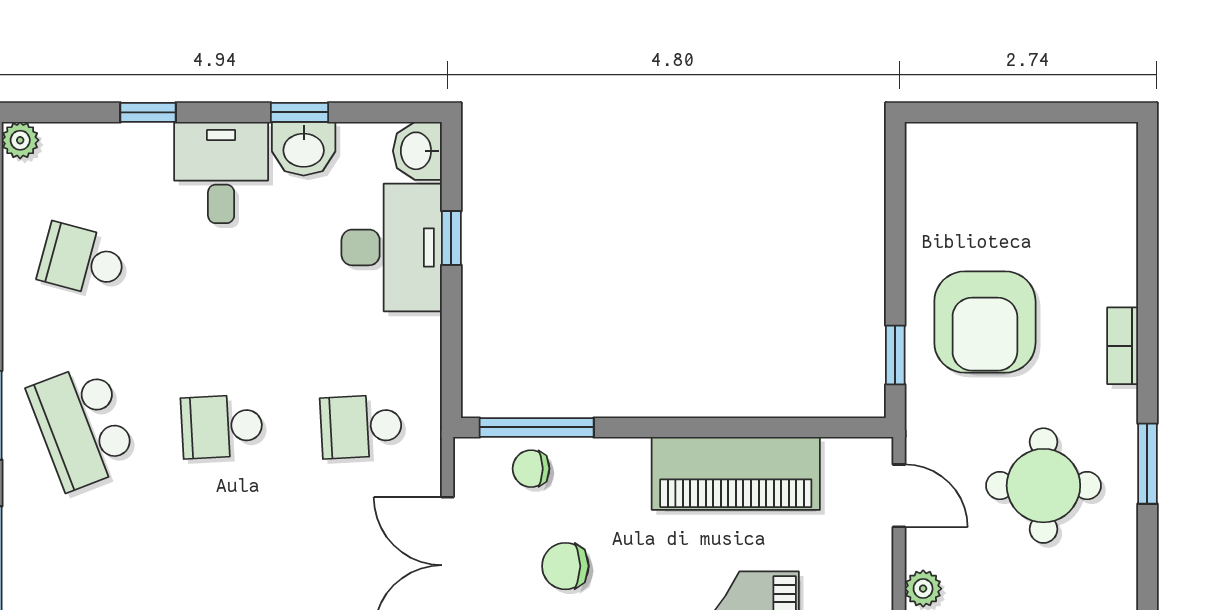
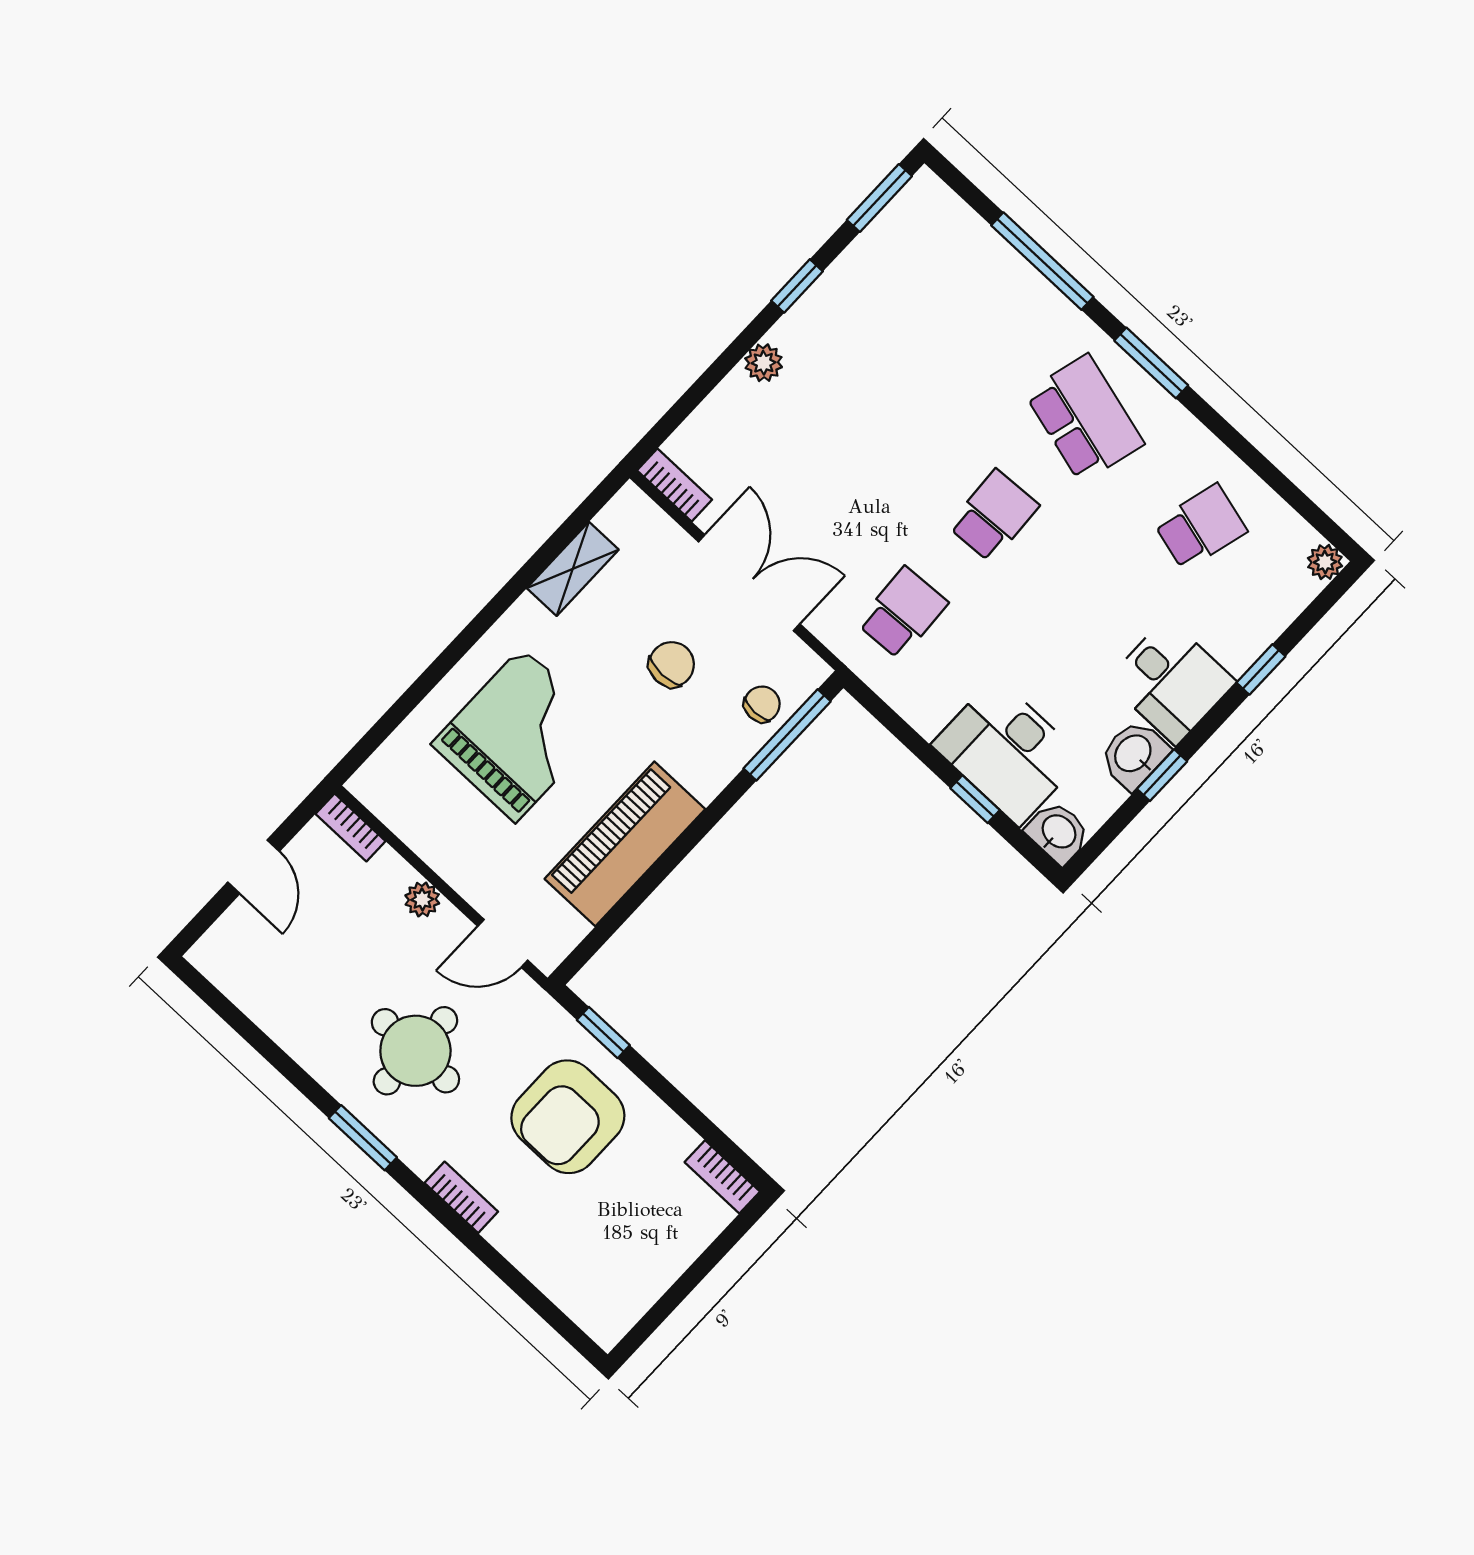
bookcase: (920, 161) -> (722, 1177), added
armchair: (985, 322) -> (568, 1117), turned -90
school desk: (83, 427) -> (1084, 418), turned 36

